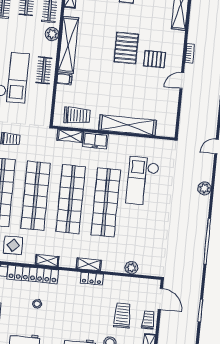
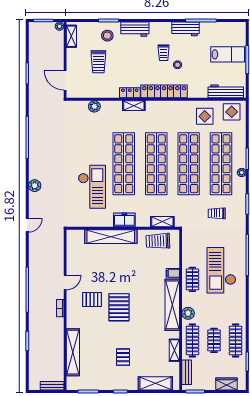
freezer: (95, 140) -> (124, 220), moved
shelving: (47, 261) -> (172, 105), removed
locker: (33, 274) -> (164, 91), moved
trolley: (148, 320) -> (164, 53), moved

